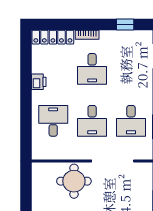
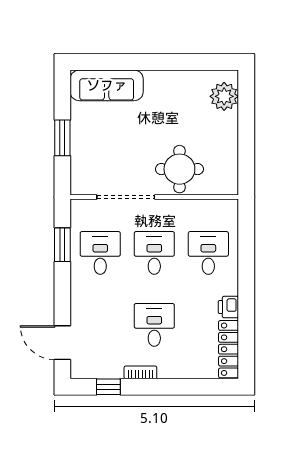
bookcase: (87, 35) -> (140, 372), moved
locker: (53, 37) -> (229, 349), moved, turned -90
desk: (53, 121) -> (208, 253), turned 180

